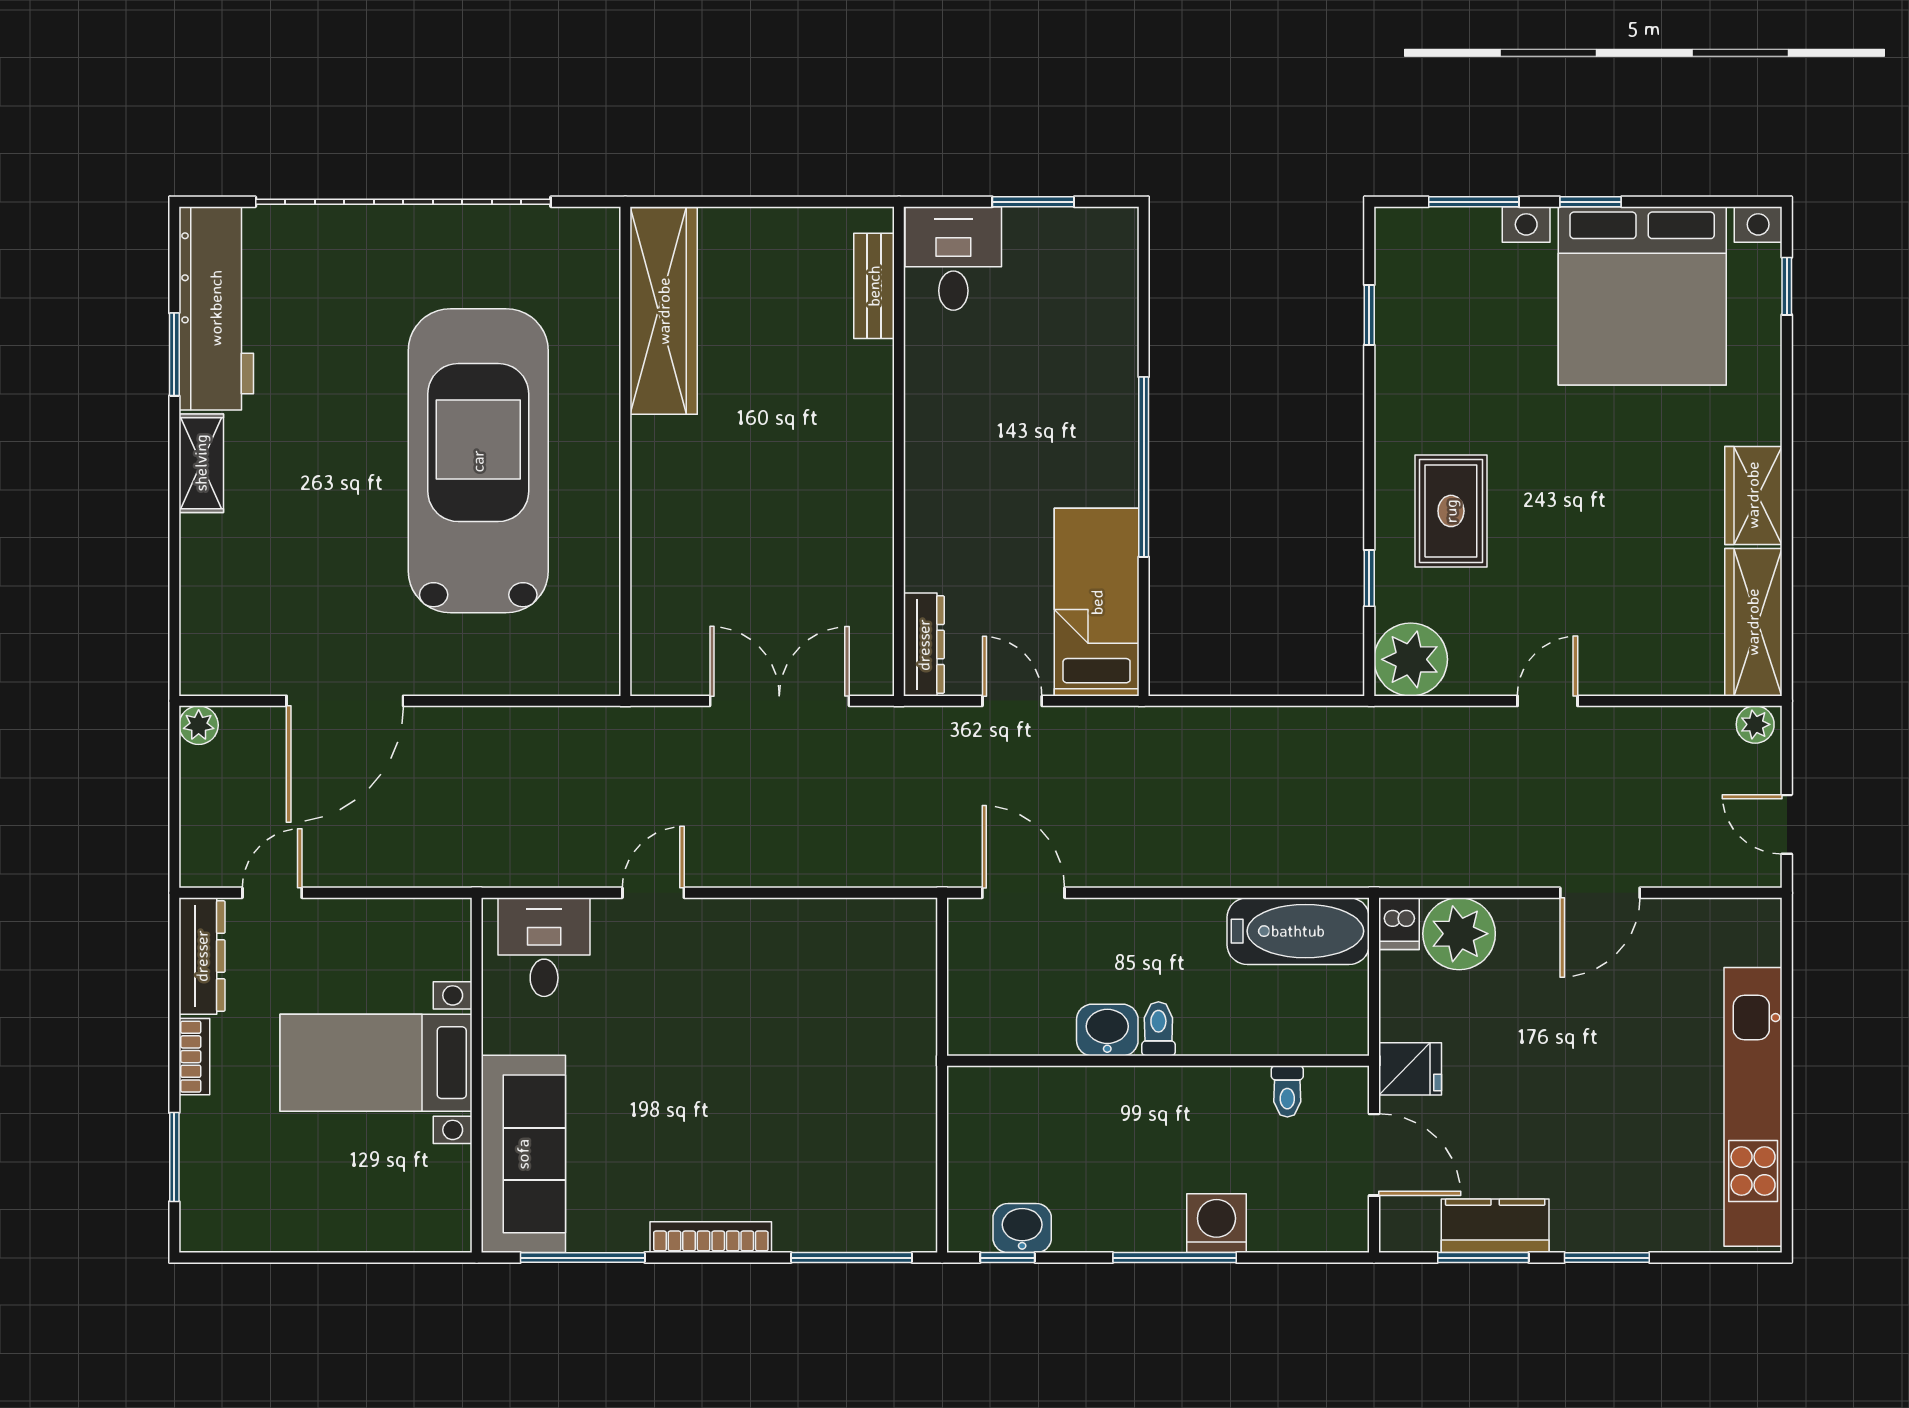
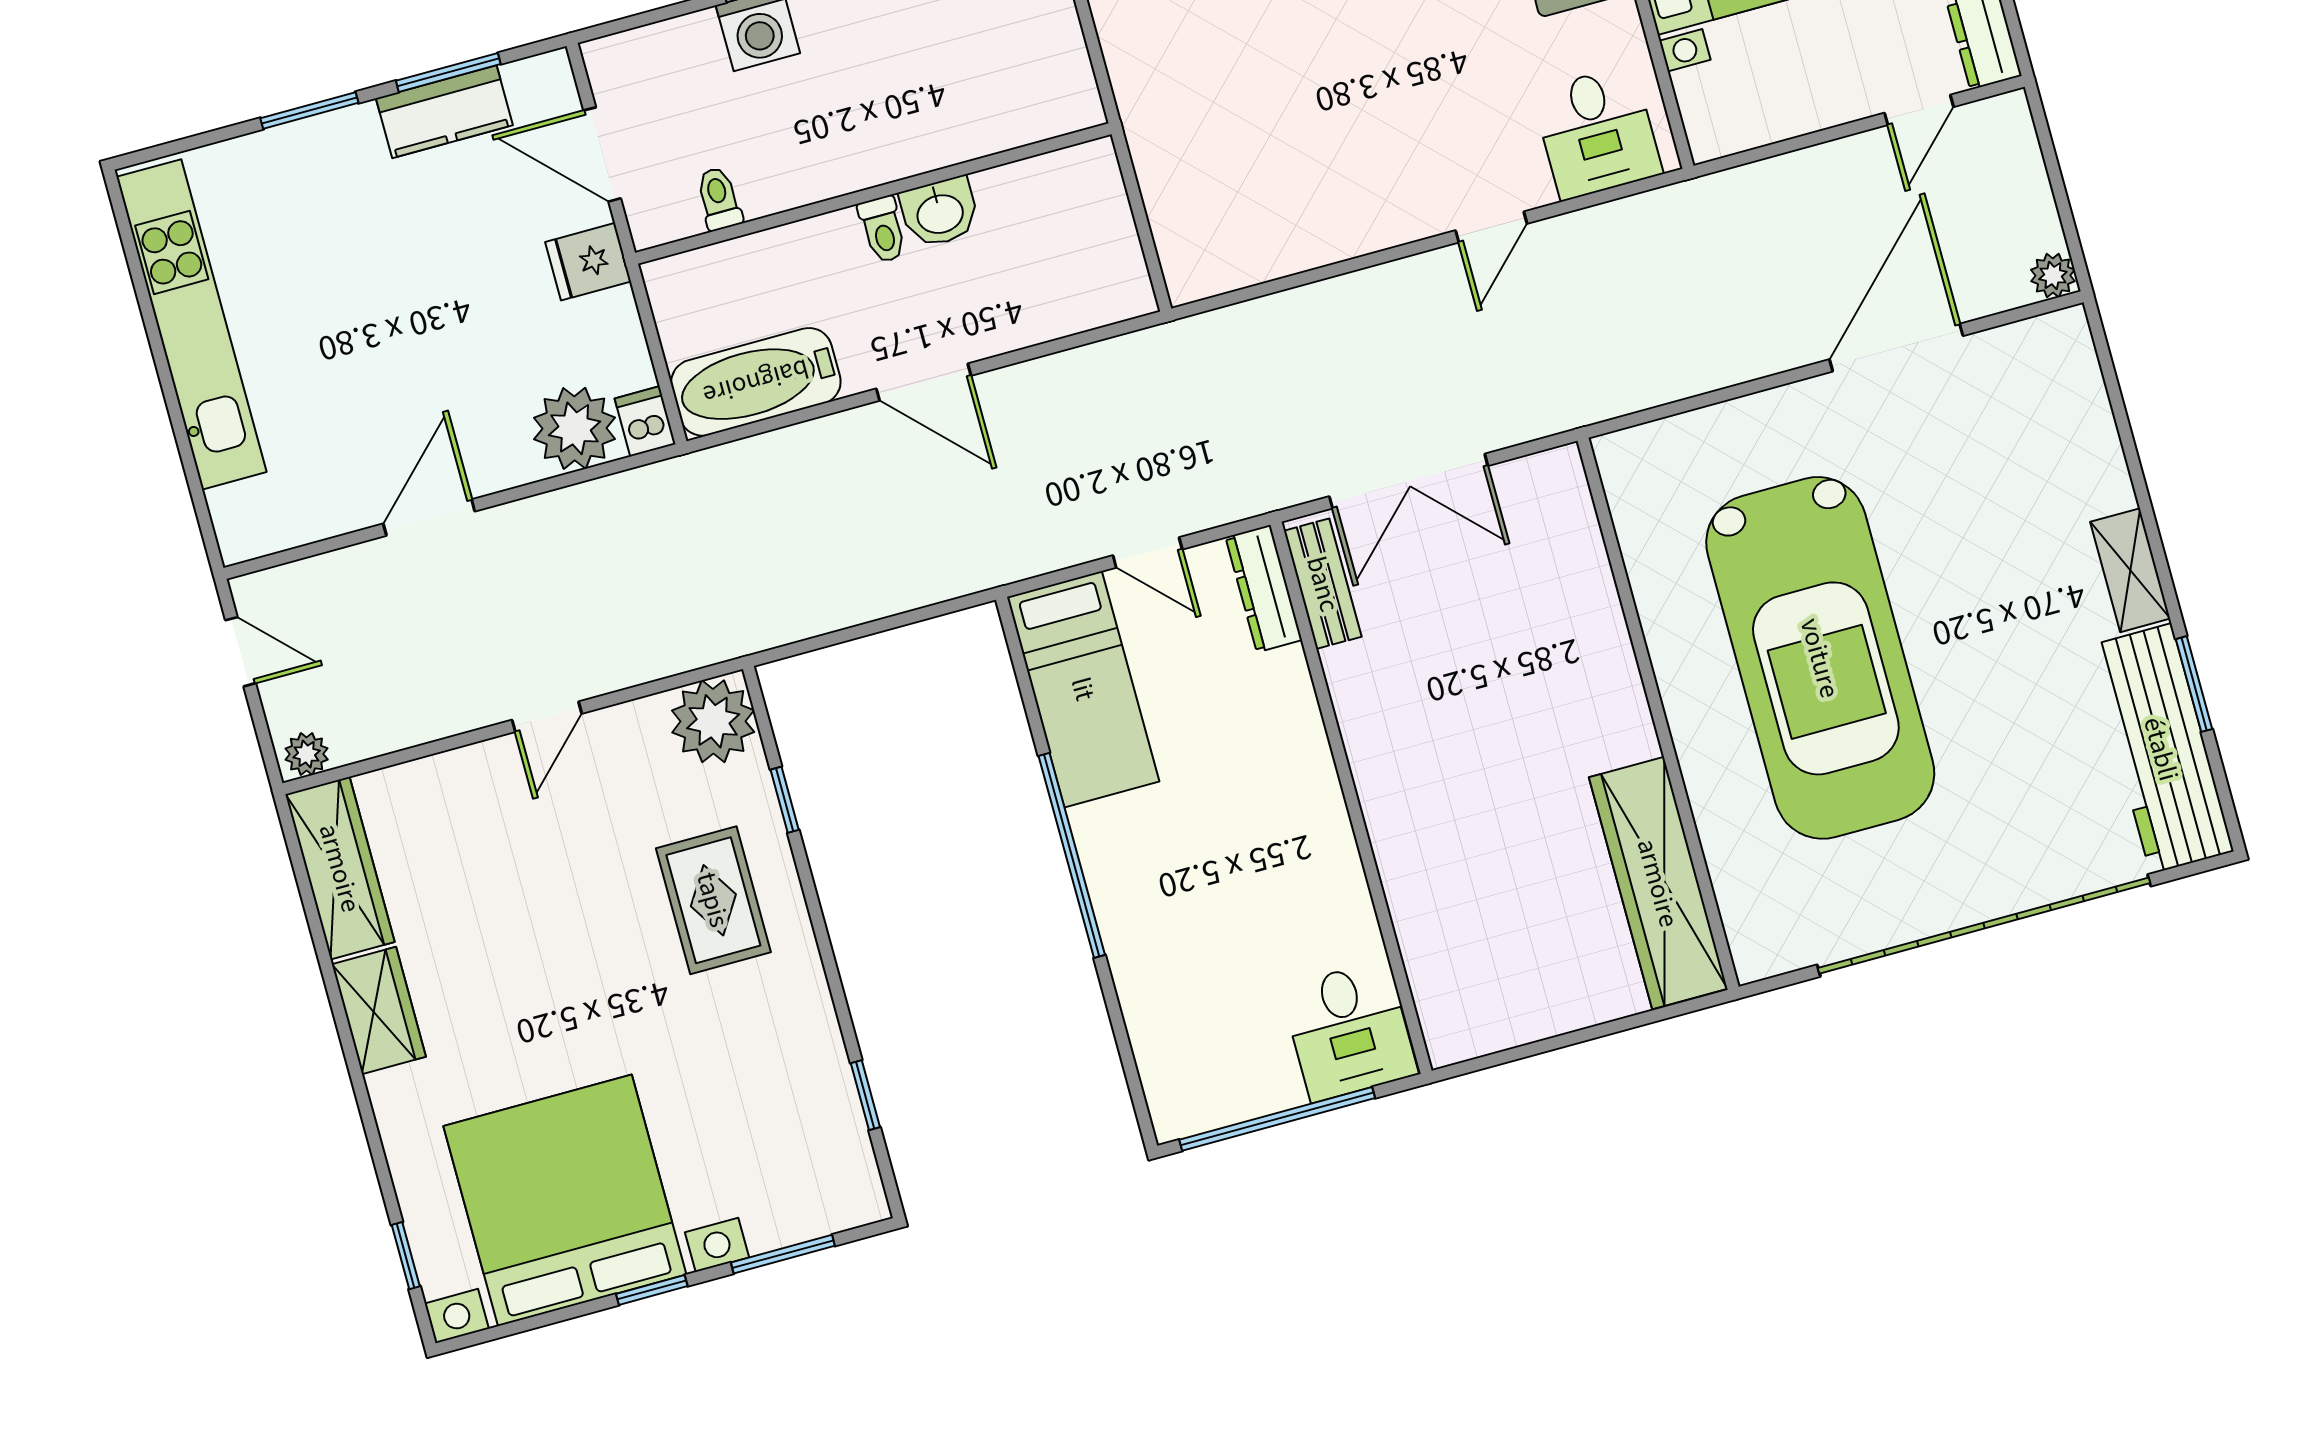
window: (1033, 202) -> (1277, 1119), width x2.11
bench: (874, 286) -> (1323, 584), moved
door: (1023, 893) -> (924, 382), moved

